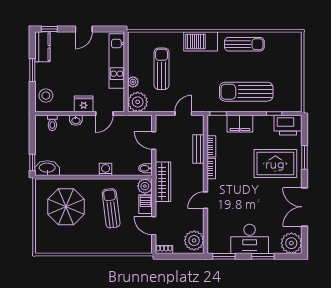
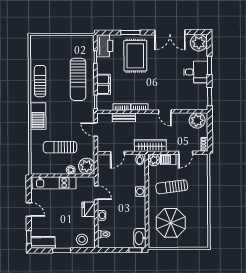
desk: (250, 239) -> (196, 72), width x0.73

